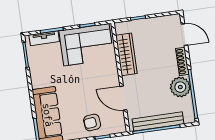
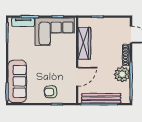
door: (123, 98) -> (77, 77), swing flipped

